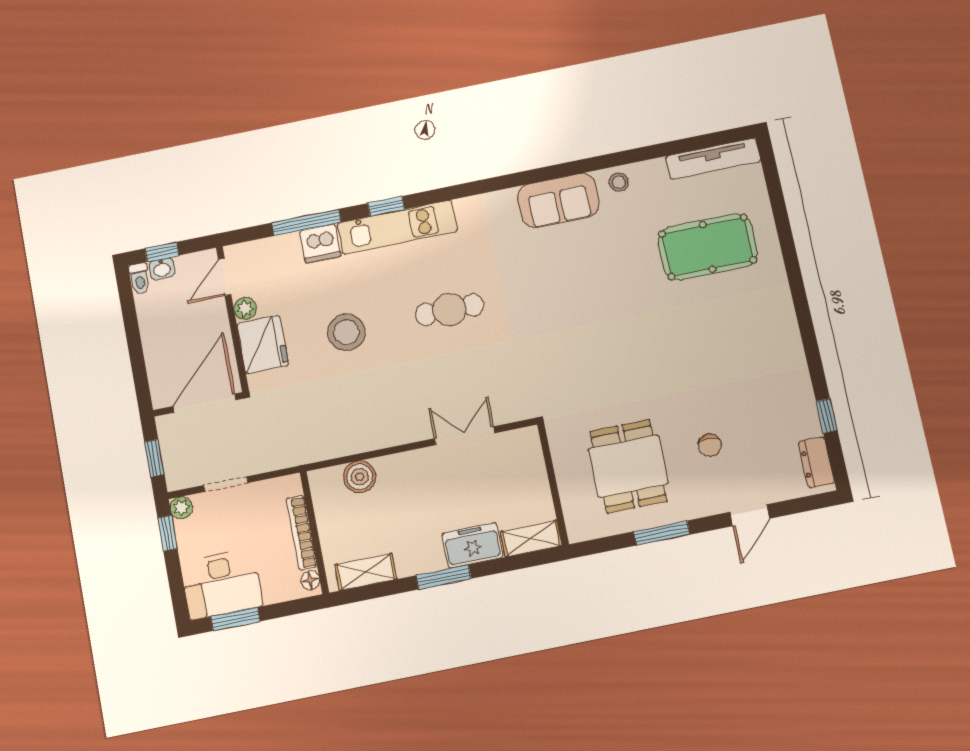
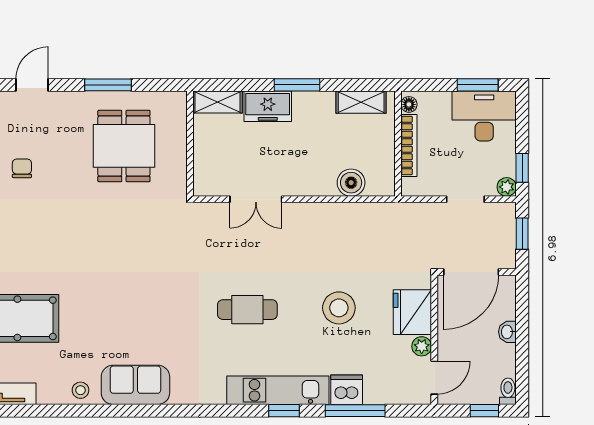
washbasin: (162, 269) -> (507, 332), moved, turned -90
chair: (710, 445) -> (22, 168), moved

